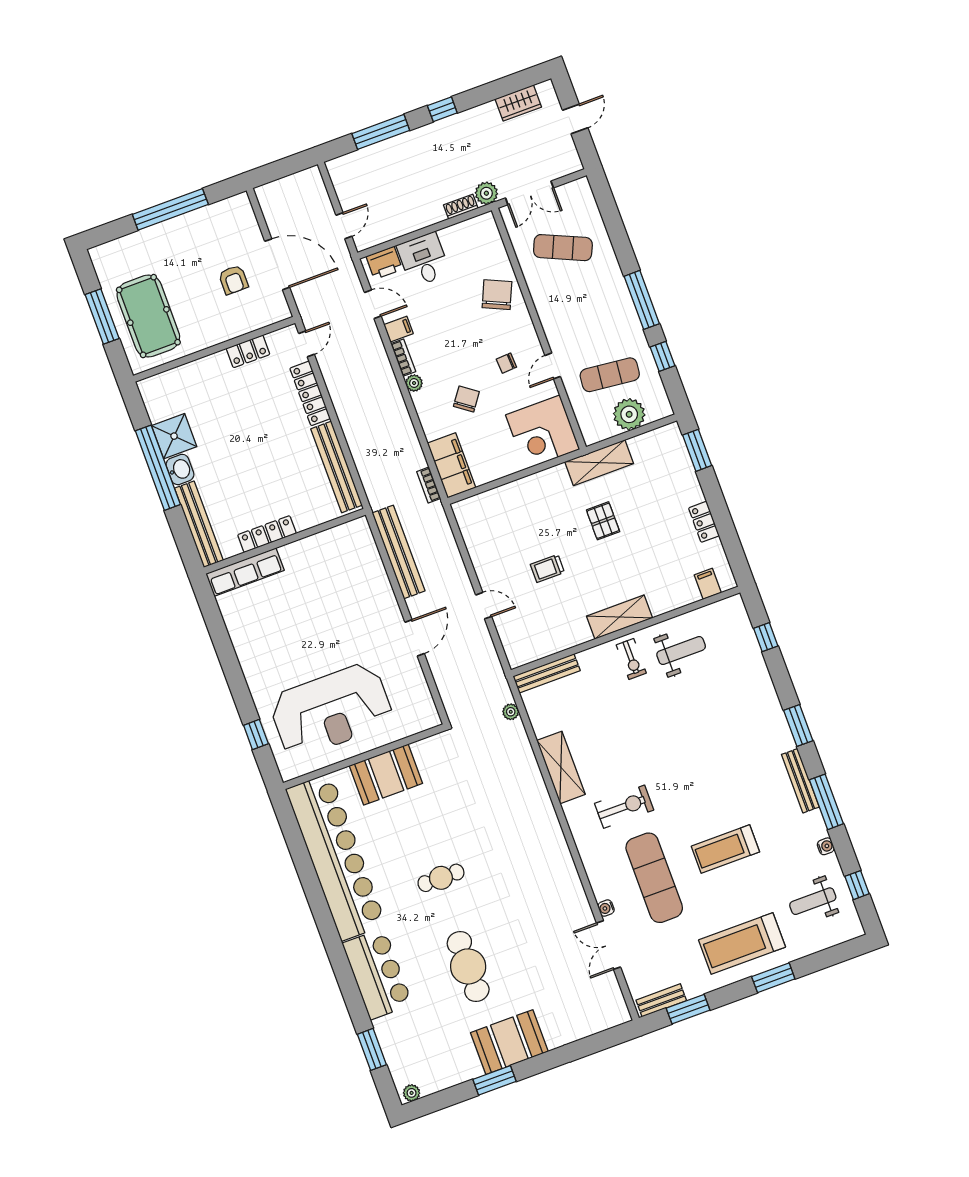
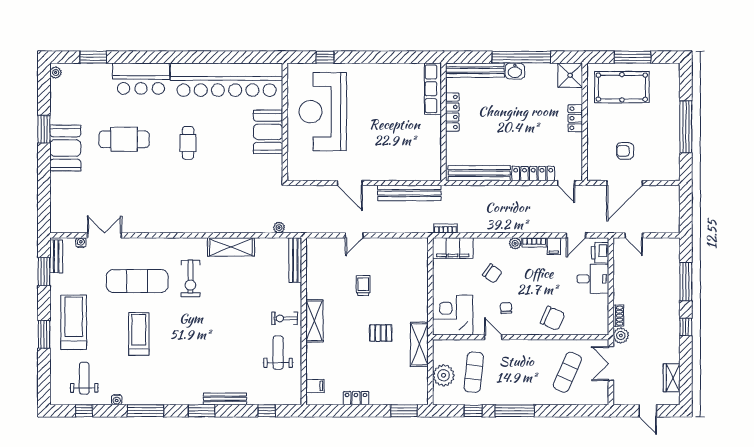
locker: (248, 351) -> (575, 118), moved
shower: (174, 436) -> (570, 75), moved
weight bench: (681, 651) -> (278, 353), turned 180
bench: (800, 781) -> (225, 399), moved
water cooler: (606, 908) -> (81, 243), moved

